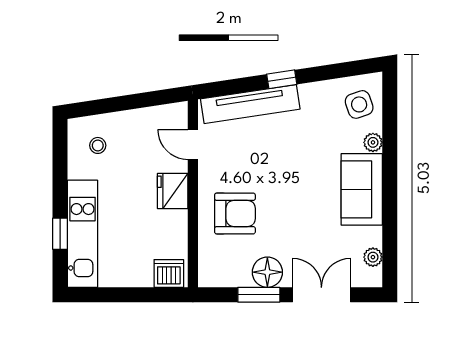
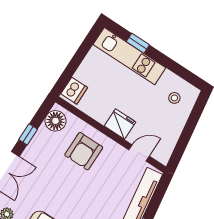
floor lamp: (267, 272) -> (55, 121), moved
window: (259, 295) -> (28, 134), width x0.67

